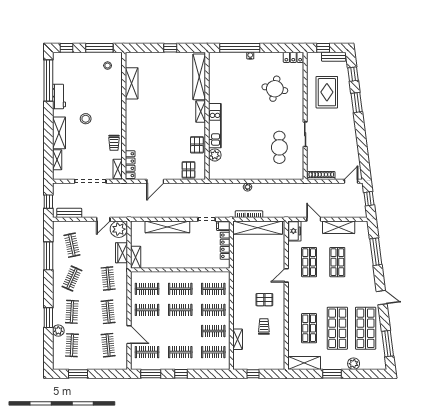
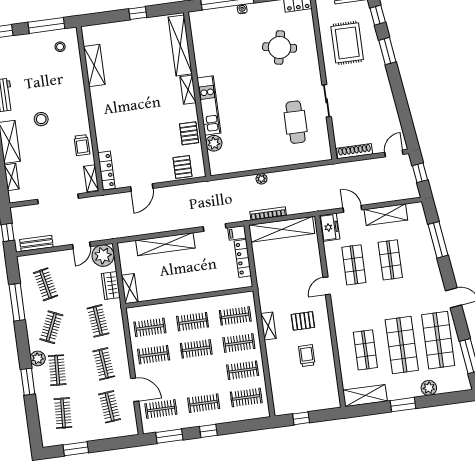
plant: (58, 331) -> (38, 358), moved
shelving: (238, 339) -> (268, 326), moved

